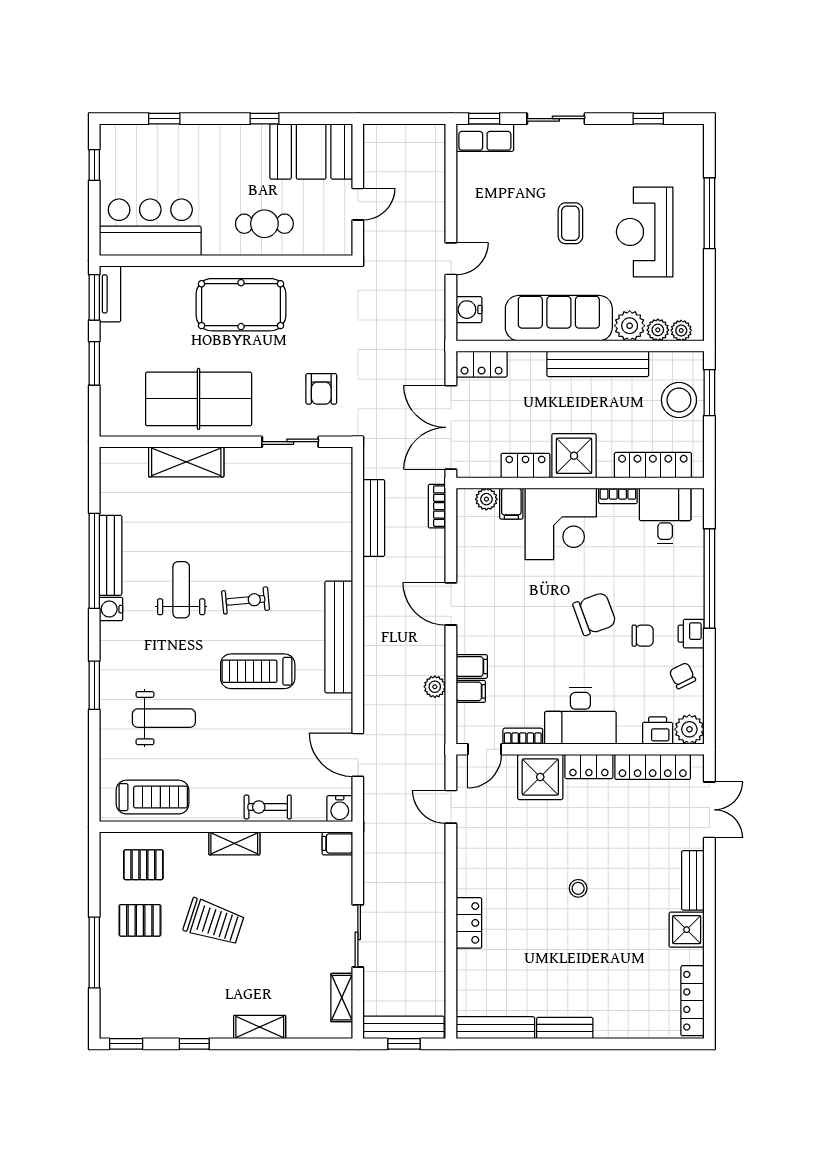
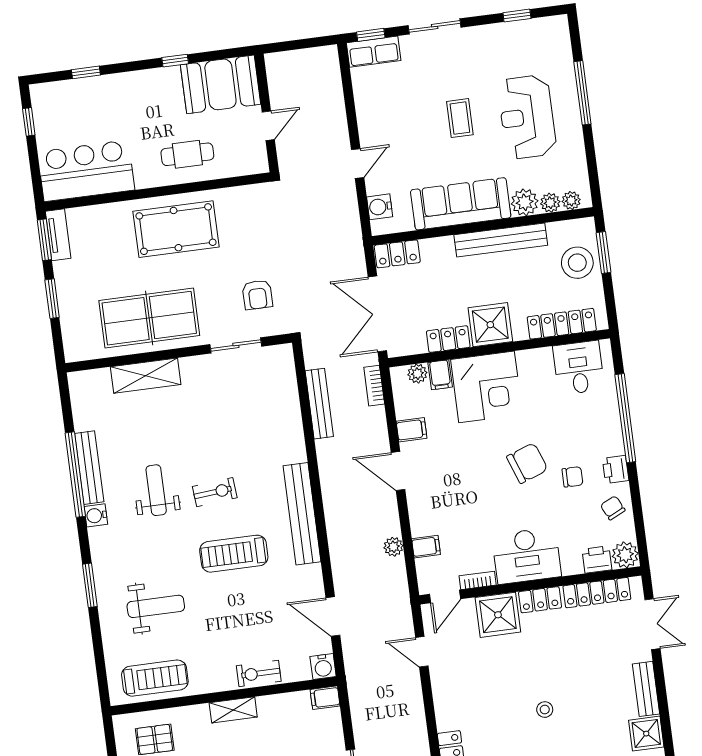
bookcase: (618, 496) -> (534, 355), removed
filing cabinet: (472, 667) -> (412, 430), moved

